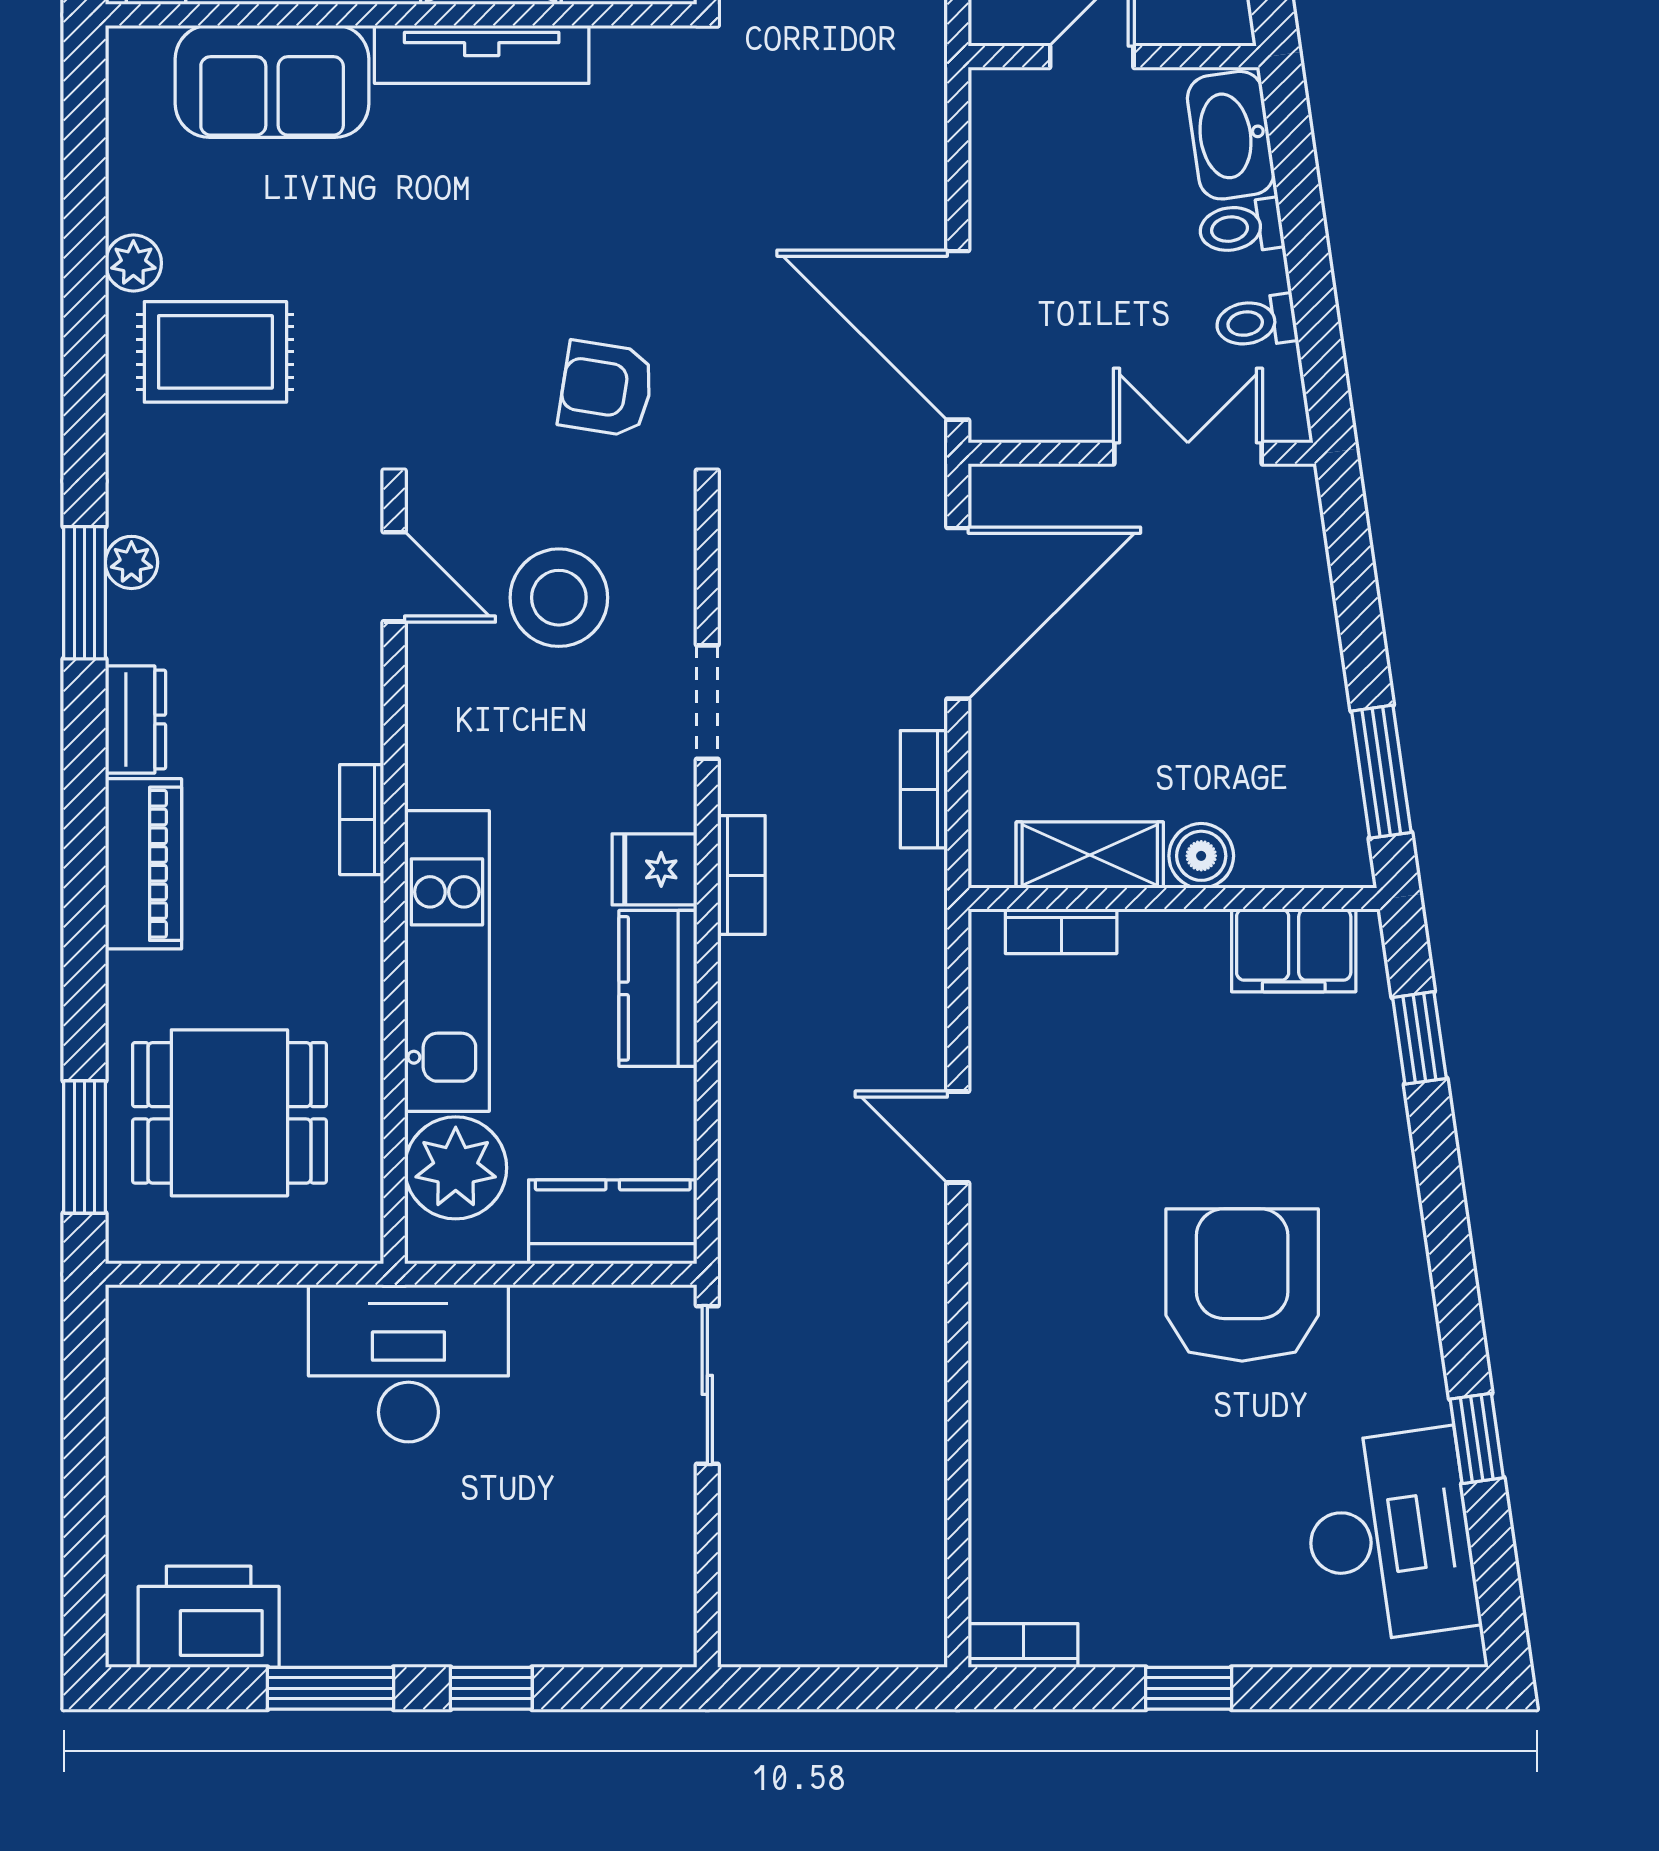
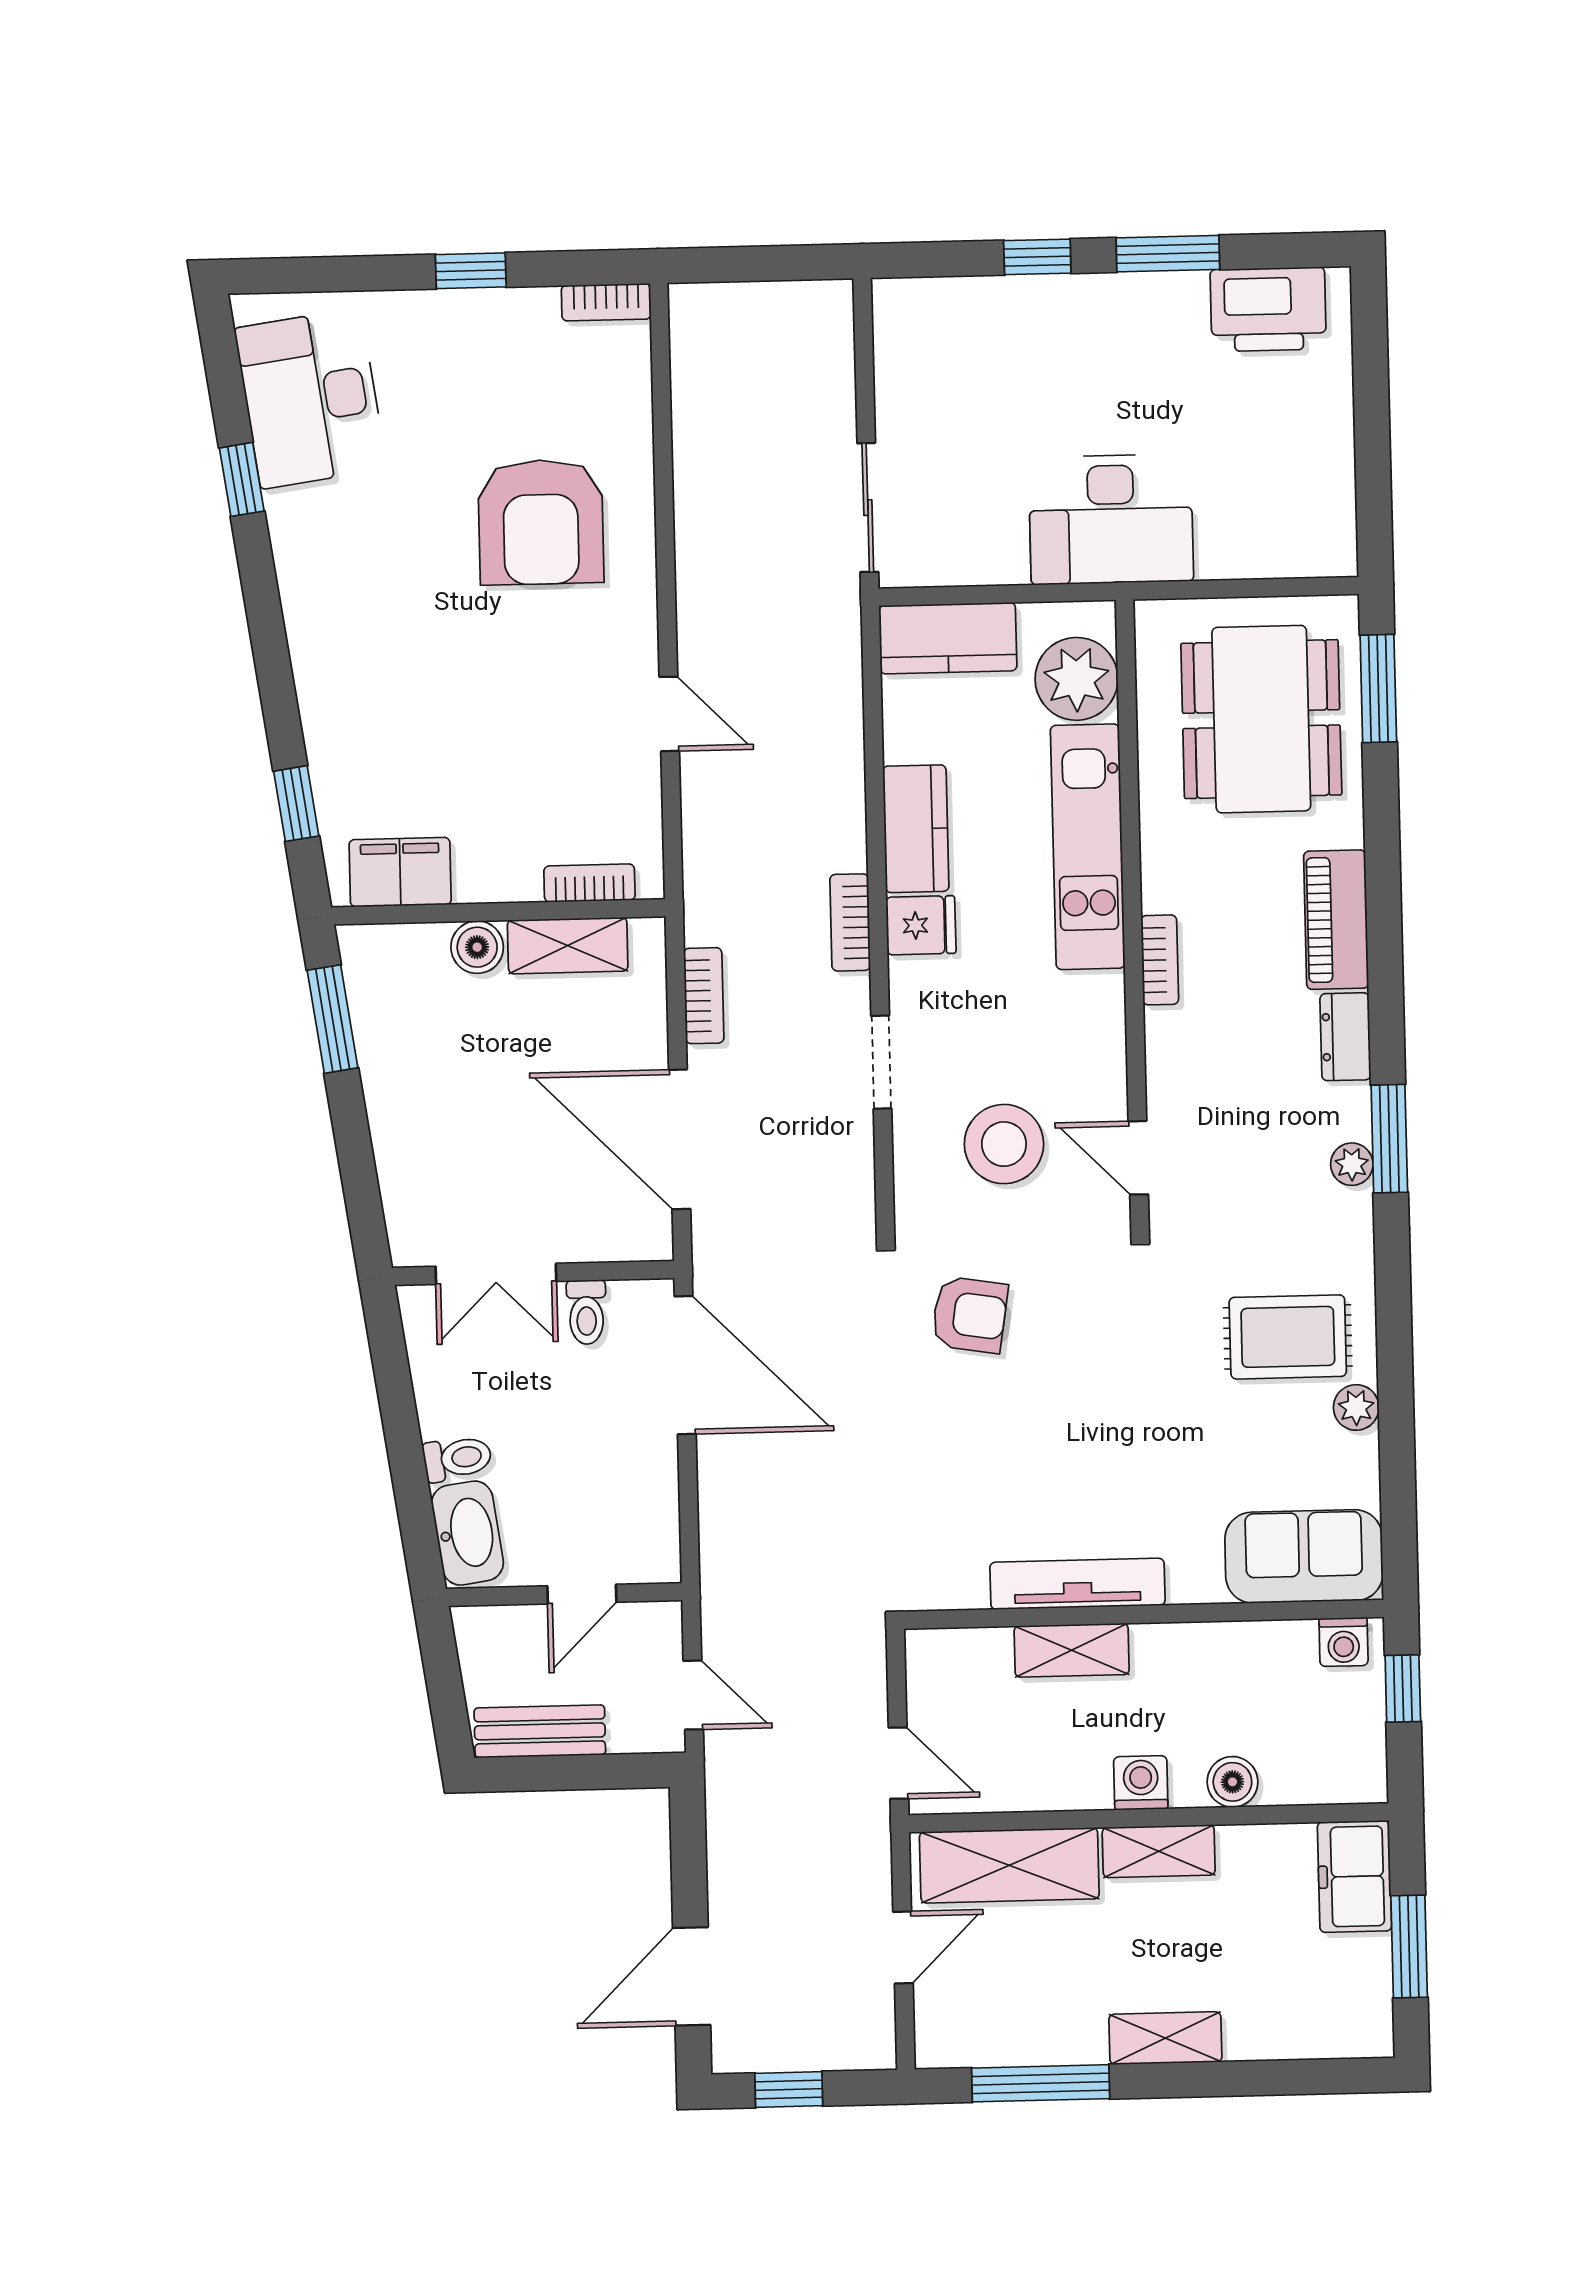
sofa: (272, 81) -> (1304, 1556), moved
toilet: (1256, 322) -> (586, 1312), moved, turned 98
door: (958, 613) -> (680, 1139), hinge flipped
dining table: (229, 1113) -> (1261, 719), width x1.38
armchair: (1242, 1285) -> (541, 522), moved

